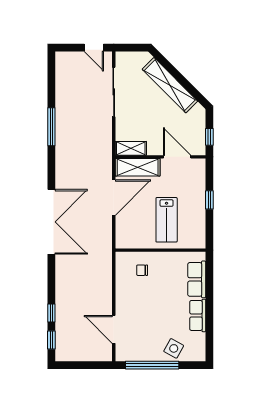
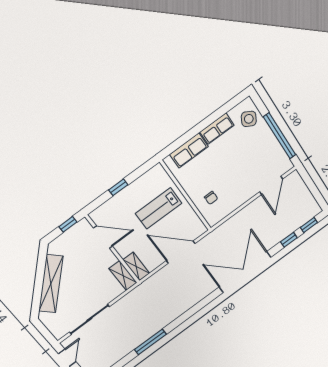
door: (177, 157) -> (103, 237), swing flipped
shelving: (138, 167) -> (136, 267), width x0.67, depth x0.75
door: (114, 198) -> (181, 252), moved
lab bench: (167, 220) -> (159, 208), turned 180
double door: (51, 222) -> (245, 272), moved
side table: (174, 348) -> (249, 119), moved

